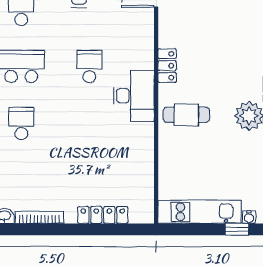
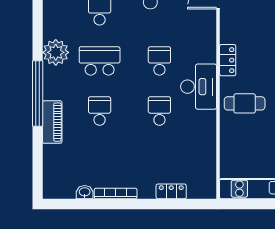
school desk: (89, 123) -> (159, 111), added
locker: (103, 215) -> (171, 191), width x0.66

